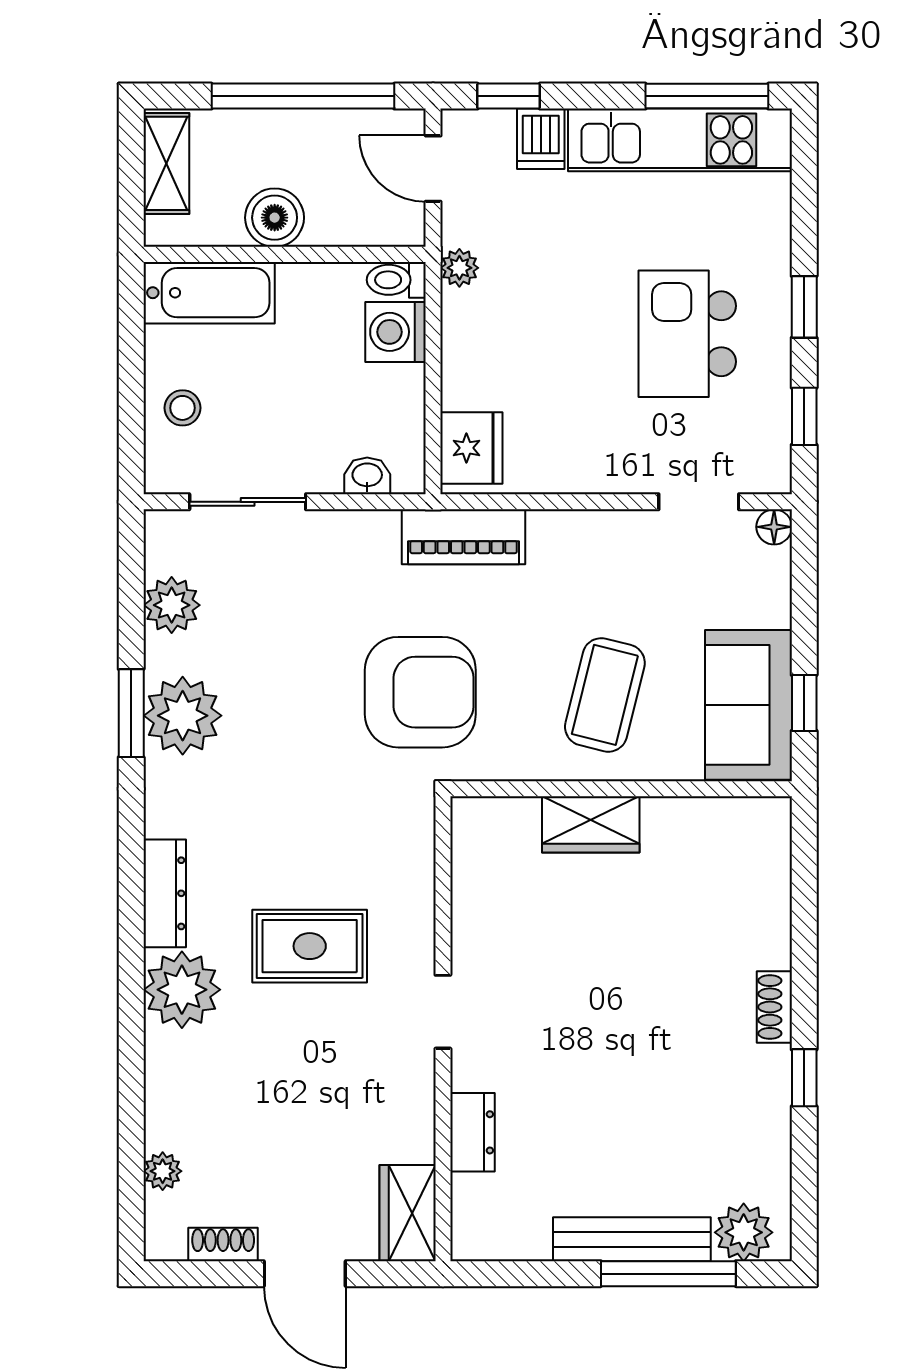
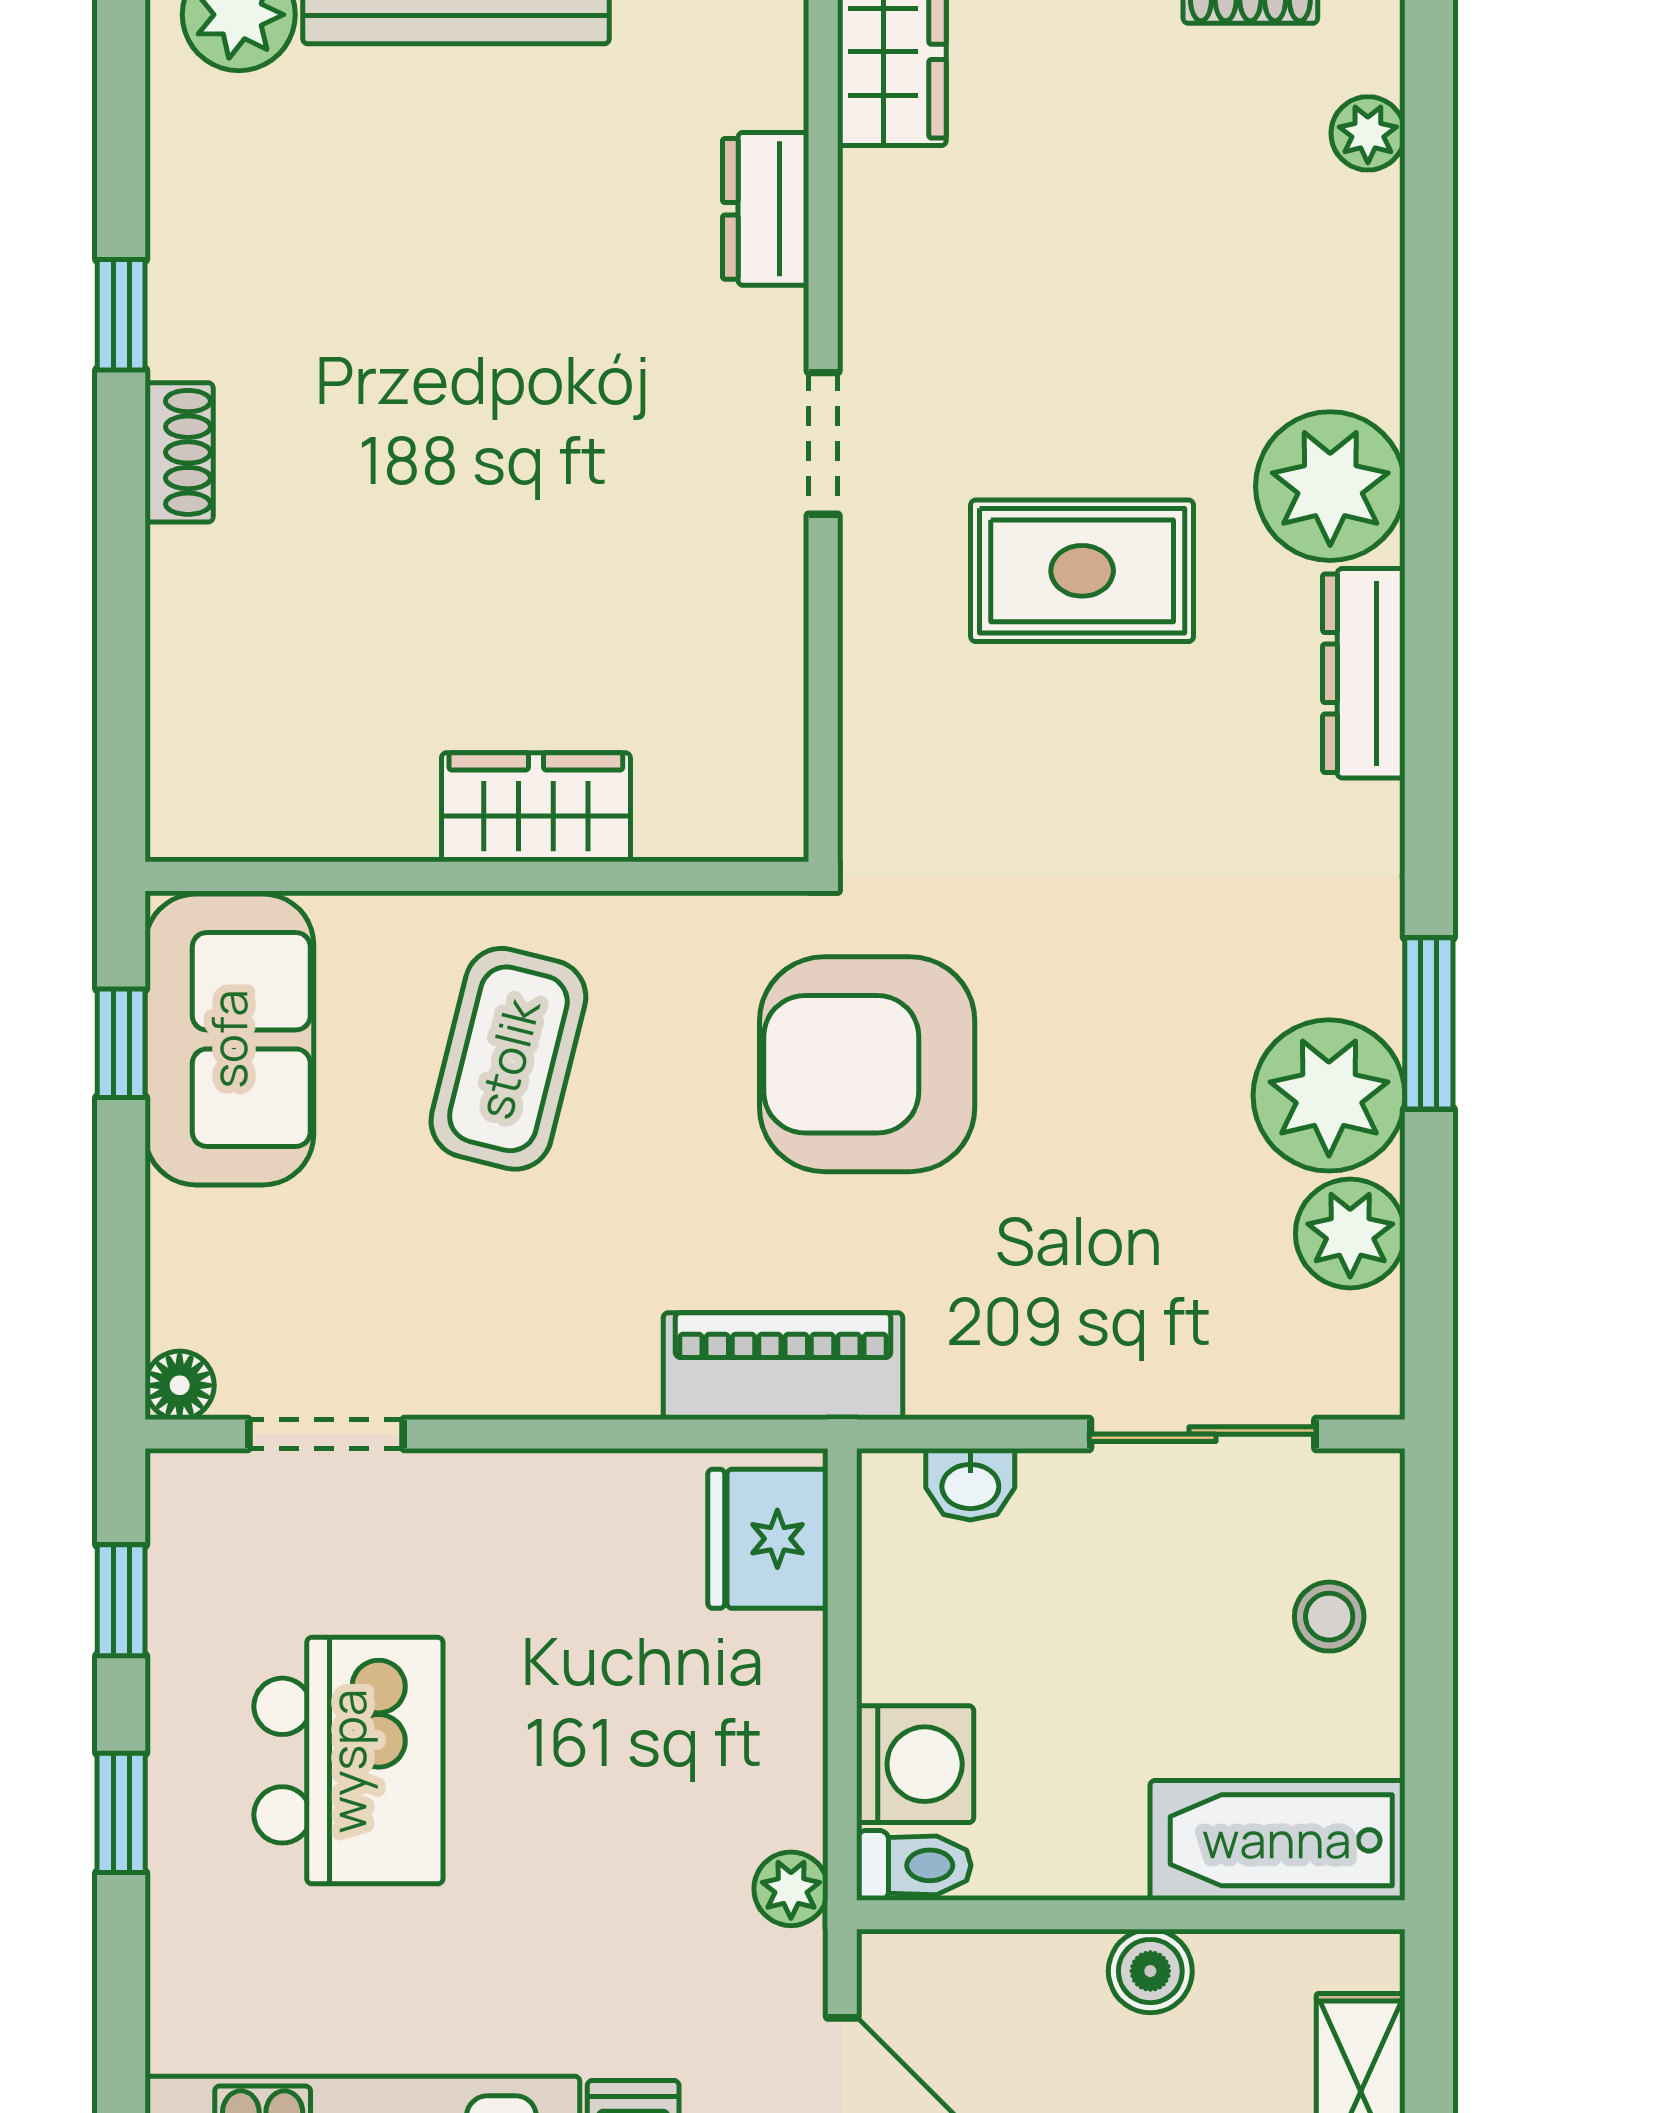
boiler: (275, 218) -> (1150, 1971), width x0.73, depth x0.73
plant: (183, 716) -> (1329, 1095), moved

